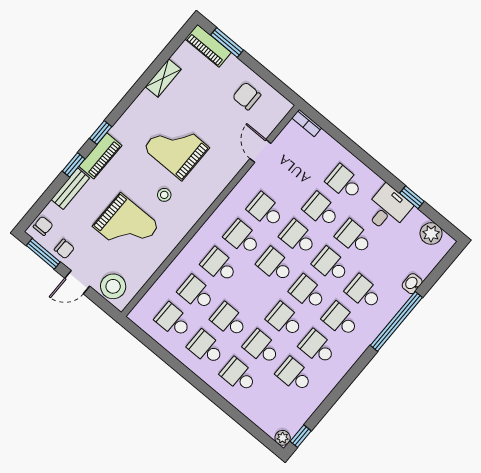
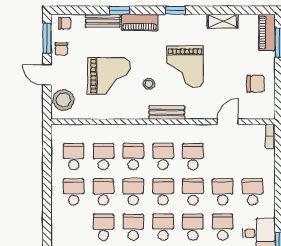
chair: (247, 96) -> (256, 84), turned 90
window: (101, 133) -> (175, 10), moved
grand piano: (176, 148) -> (185, 67), turned 180
bench: (205, 200) -> (167, 112), added
grand piano: (126, 226) -> (109, 76), turned -90
school desk: (239, 375) -> (133, 192), moved

